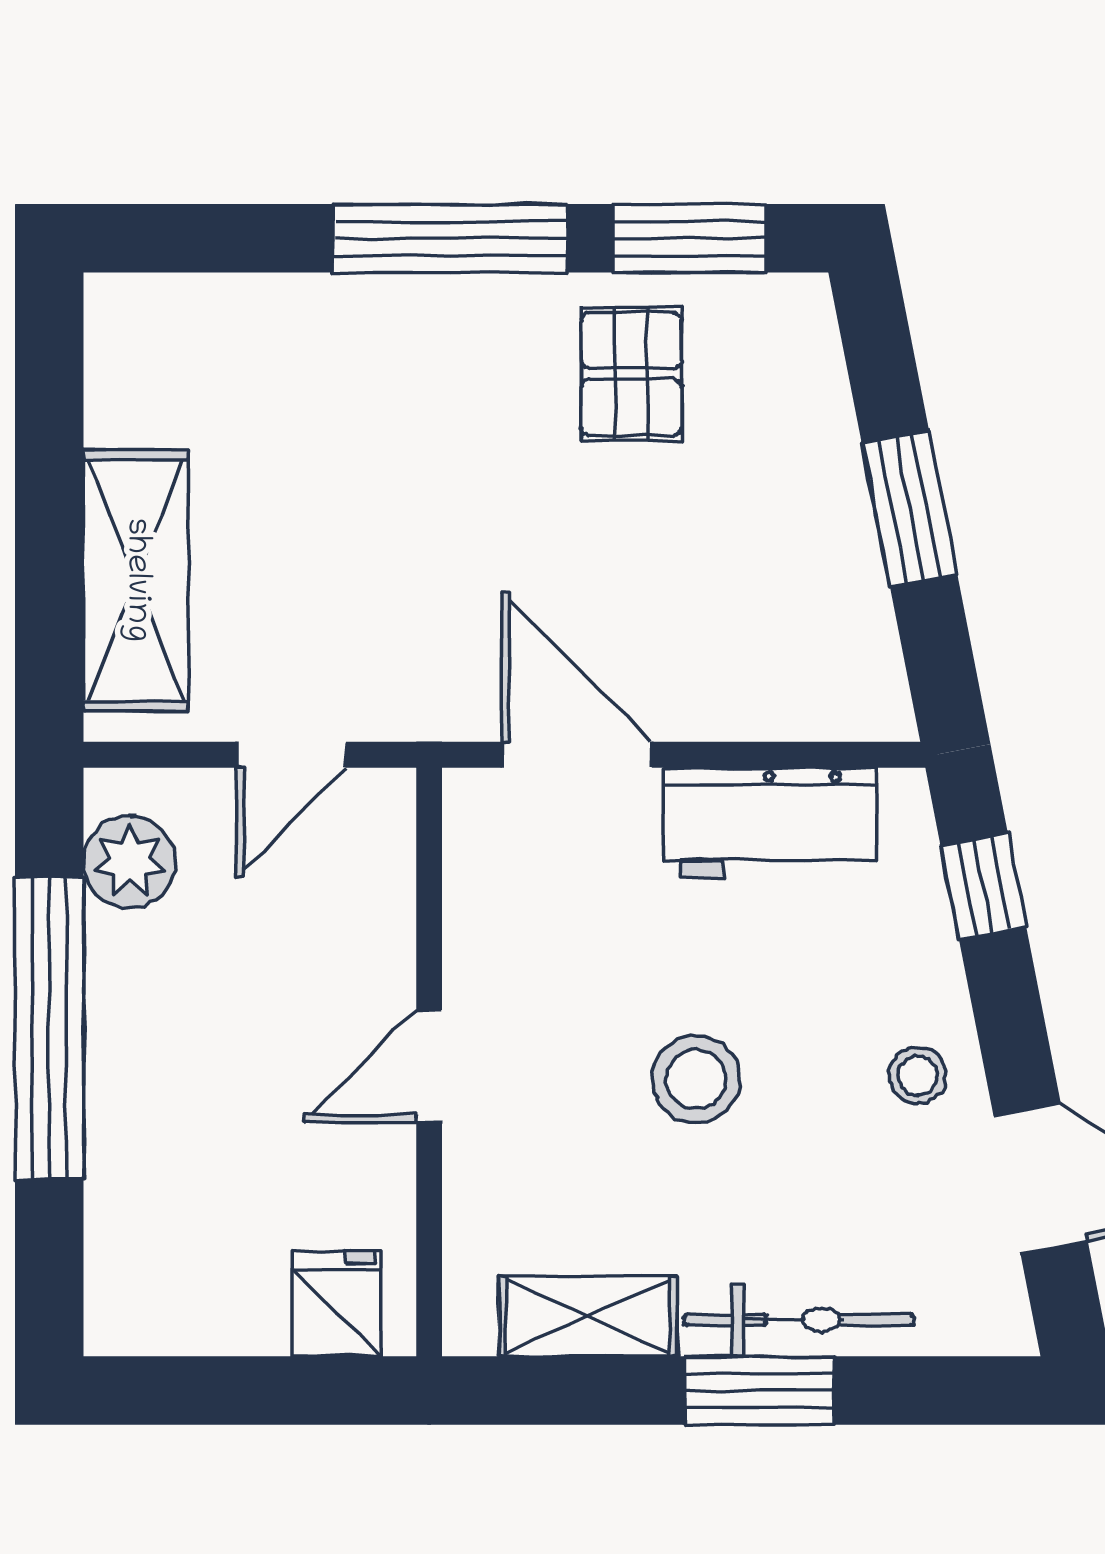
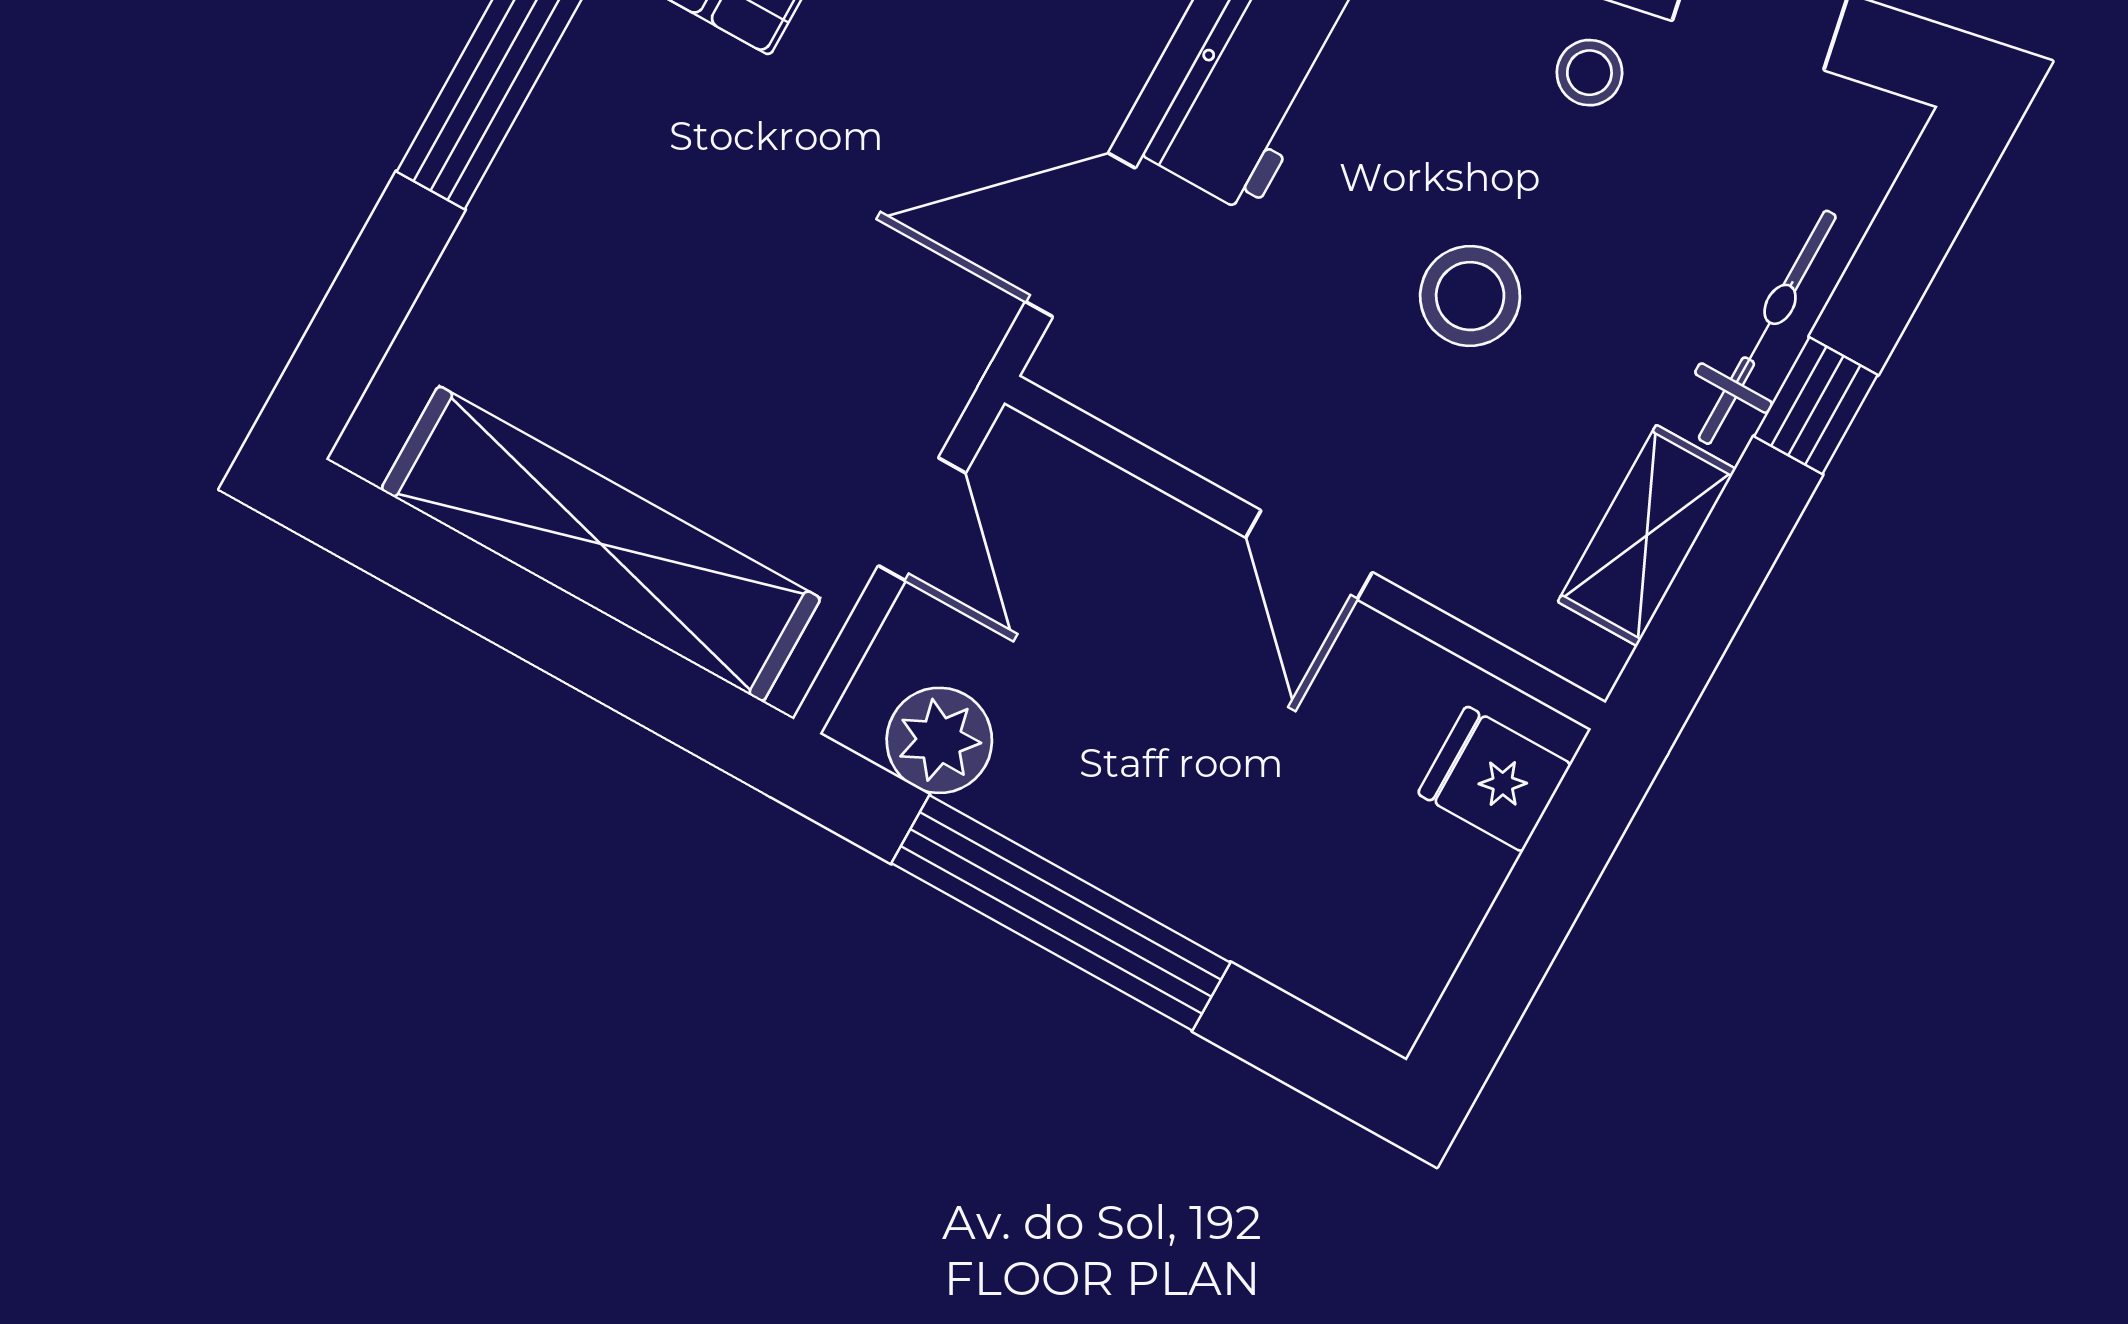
shelving: (136, 580) -> (601, 544), width x1.47
window: (759, 1391) -> (1816, 406), width x0.67

